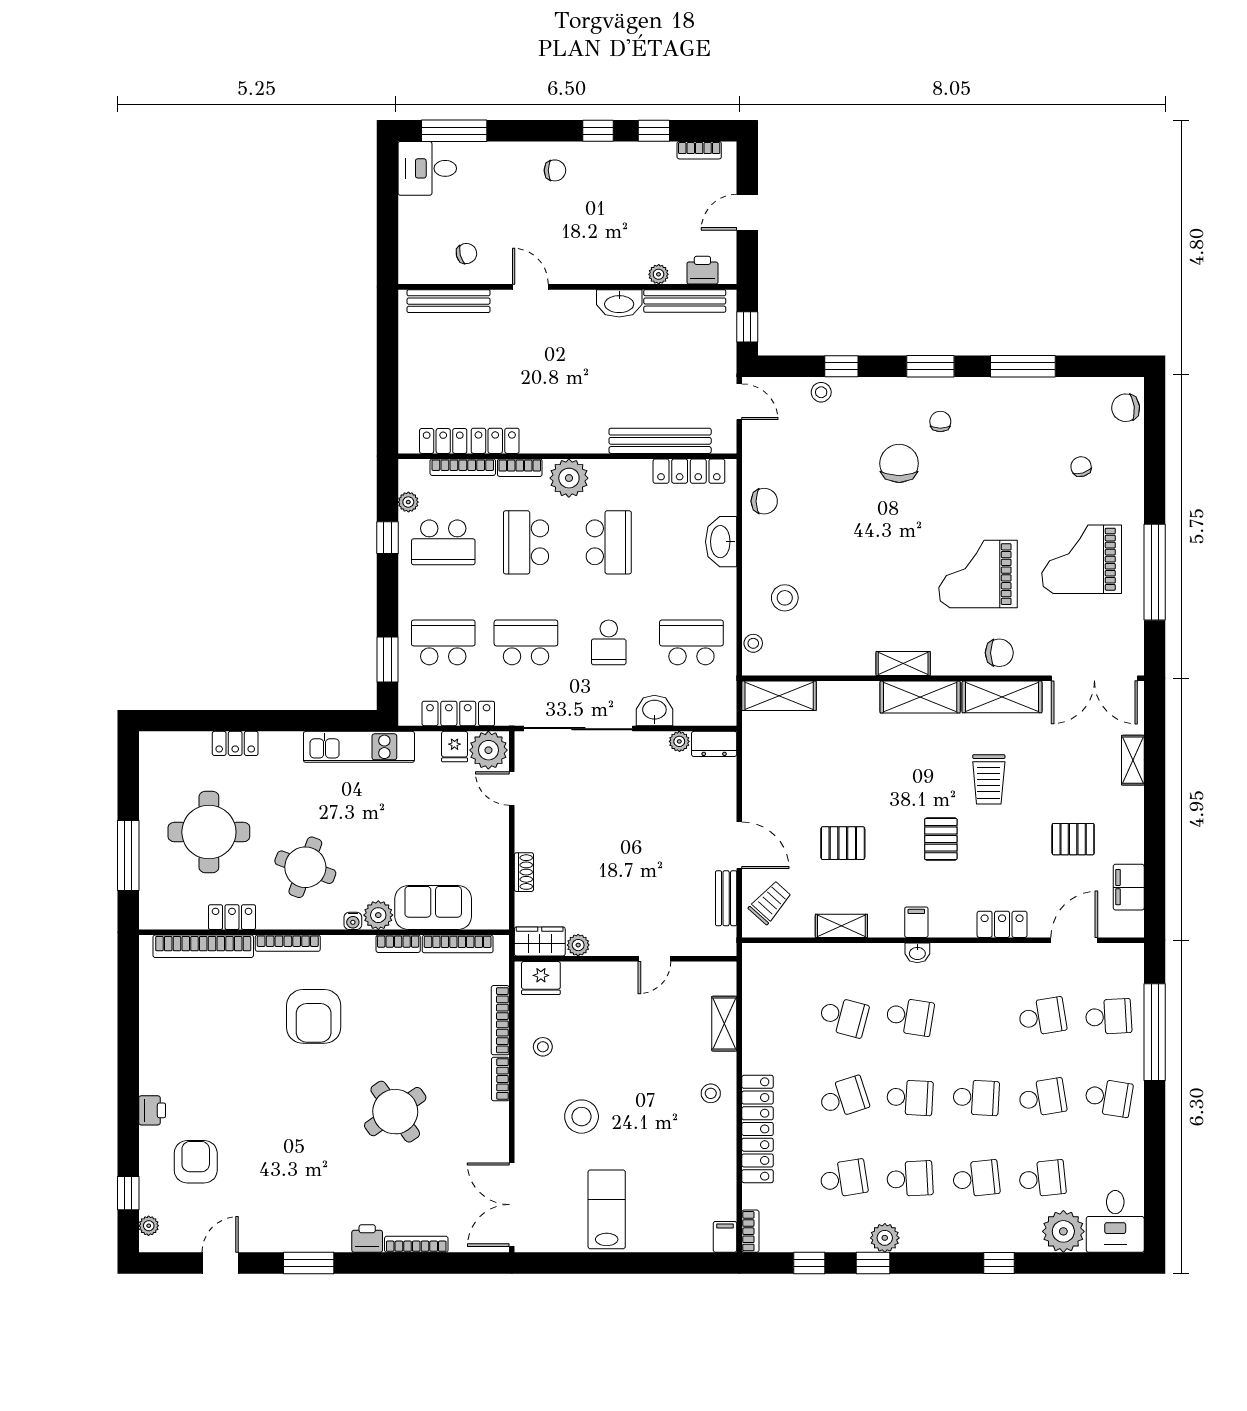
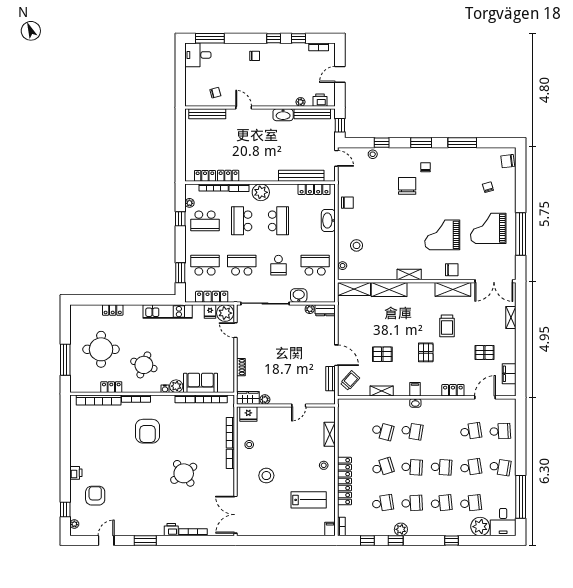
shelving: (920, 697) -> (389, 289), moved
window: (1155, 1032) -> (521, 497), moved
lab bench: (607, 1209) -> (309, 500), moved, turned 90

